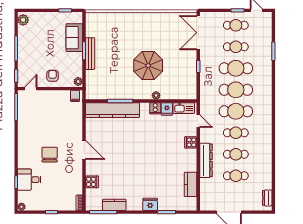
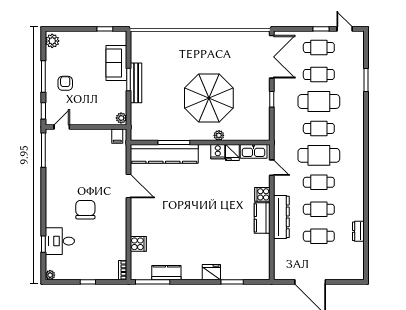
double door: (198, 33) -> (272, 57), swing flipped
parasol: (148, 66) -> (209, 98), width x1.36, depth x1.36
armchair: (53, 76) -> (65, 83), moved
cafe table: (236, 90) -> (319, 128), width x0.73, depth x0.74
door: (84, 150) -> (129, 186), moved
kitchen counter: (191, 184) -> (262, 218), moved
dresser: (267, 198) -> (358, 231), moved

